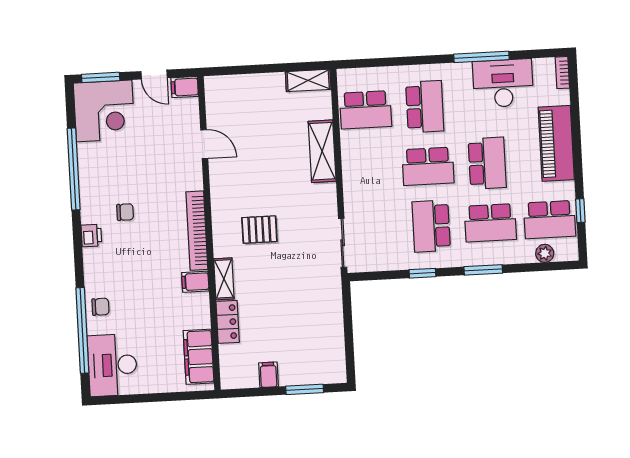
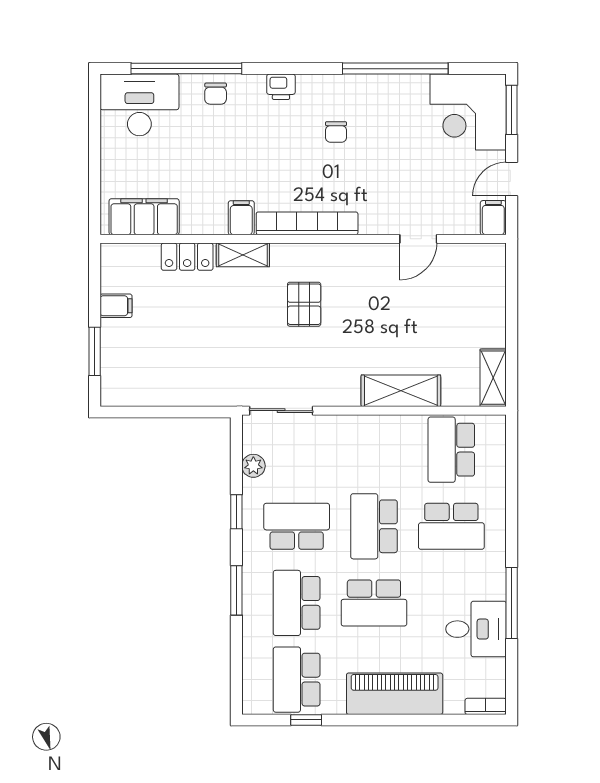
desk: (503, 83) -> (476, 629), width x0.73
printer: (91, 236) -> (281, 87), moved
plant: (545, 253) -> (253, 466), moved

